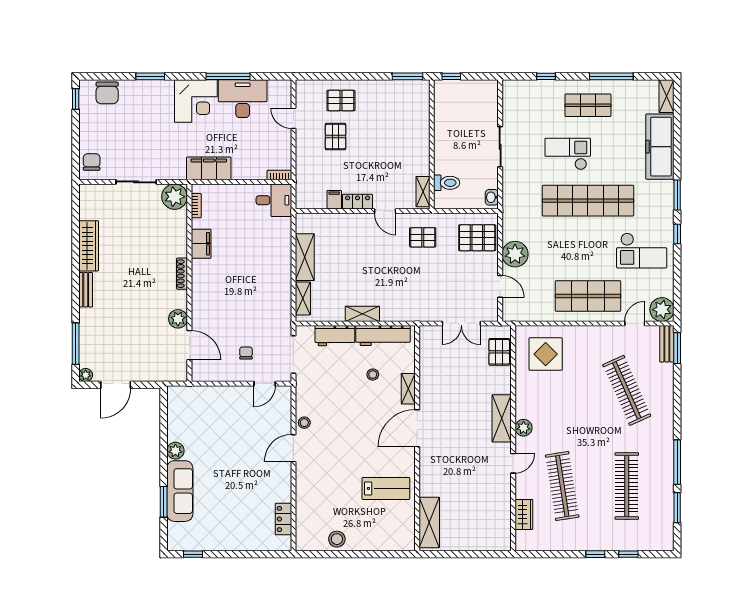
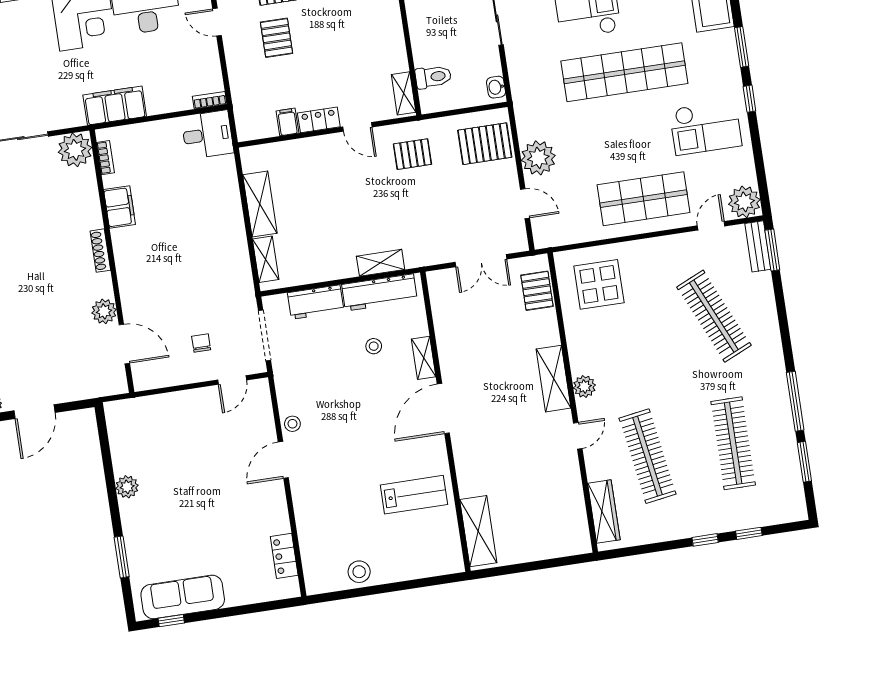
shelving: (362, 314) -> (381, 263), moved
sofa: (180, 491) -> (183, 597), moved, turned -90
wardrobe: (524, 514) -> (604, 512), width x1.50

